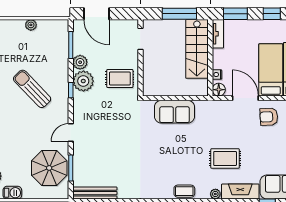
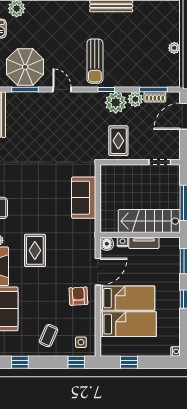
tv unit: (218, 34) -> (144, 243), moved
shoe rack: (78, 44) -> (155, 97), added
sun lounger: (32, 89) -> (95, 61), moved, turned 134

